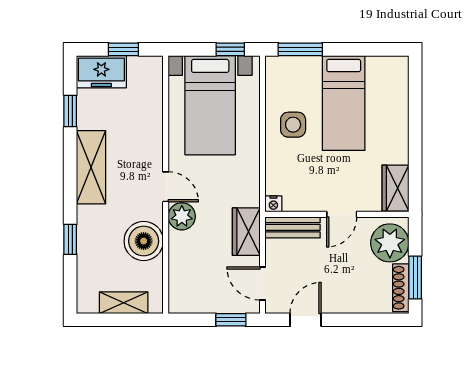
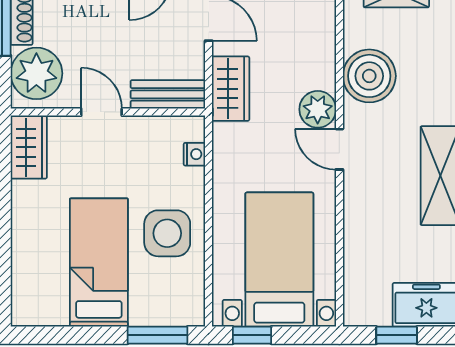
side table: (293, 125) -> (167, 233), width x1.37, depth x1.37
nightstand: (273, 204) -> (194, 154), moved, turned 90
door: (342, 214) -> (101, 112), hinge flipped

